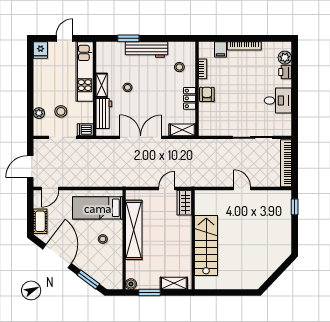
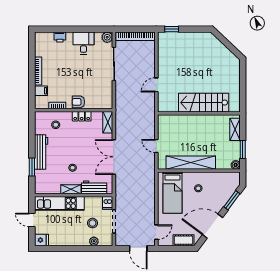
plant: (285, 58) -> (107, 37), moved
door: (50, 188) -> (156, 232), hinge flipped
door: (167, 188) -> (156, 146), moved
door: (242, 188) -> (156, 85), moved
wardrobe: (184, 203) -> (168, 121), removed

